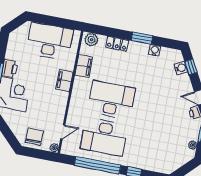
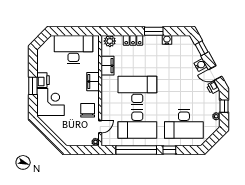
water cooler: (181, 68) -> (200, 65), moved
chair: (34, 137) -> (88, 110), moved
desk: (155, 147) -> (184, 124), added

